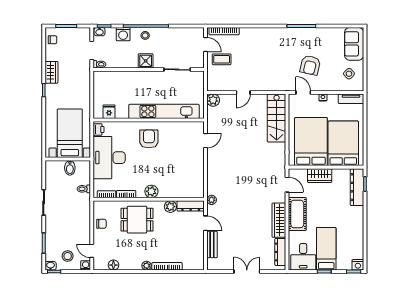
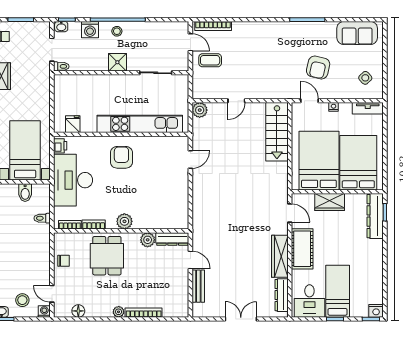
sofa: (354, 44) -> (357, 33), moved, turned -90
plant: (212, 200) -> (198, 232), removed
dining table: (137, 220) -> (107, 256), turned 90

